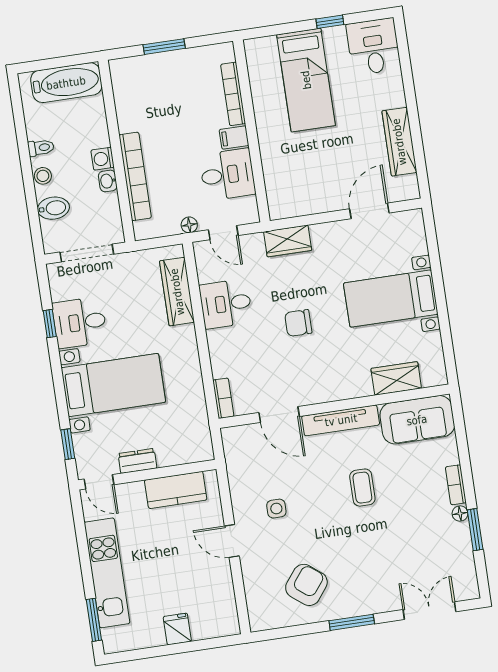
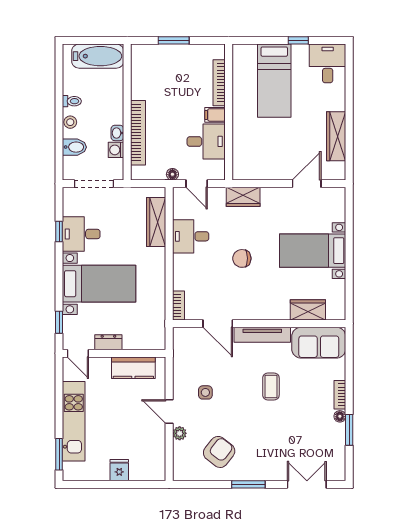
washing machine: (103, 159) -> (116, 150), moved
plant: (250, 568) -> (180, 433), added

